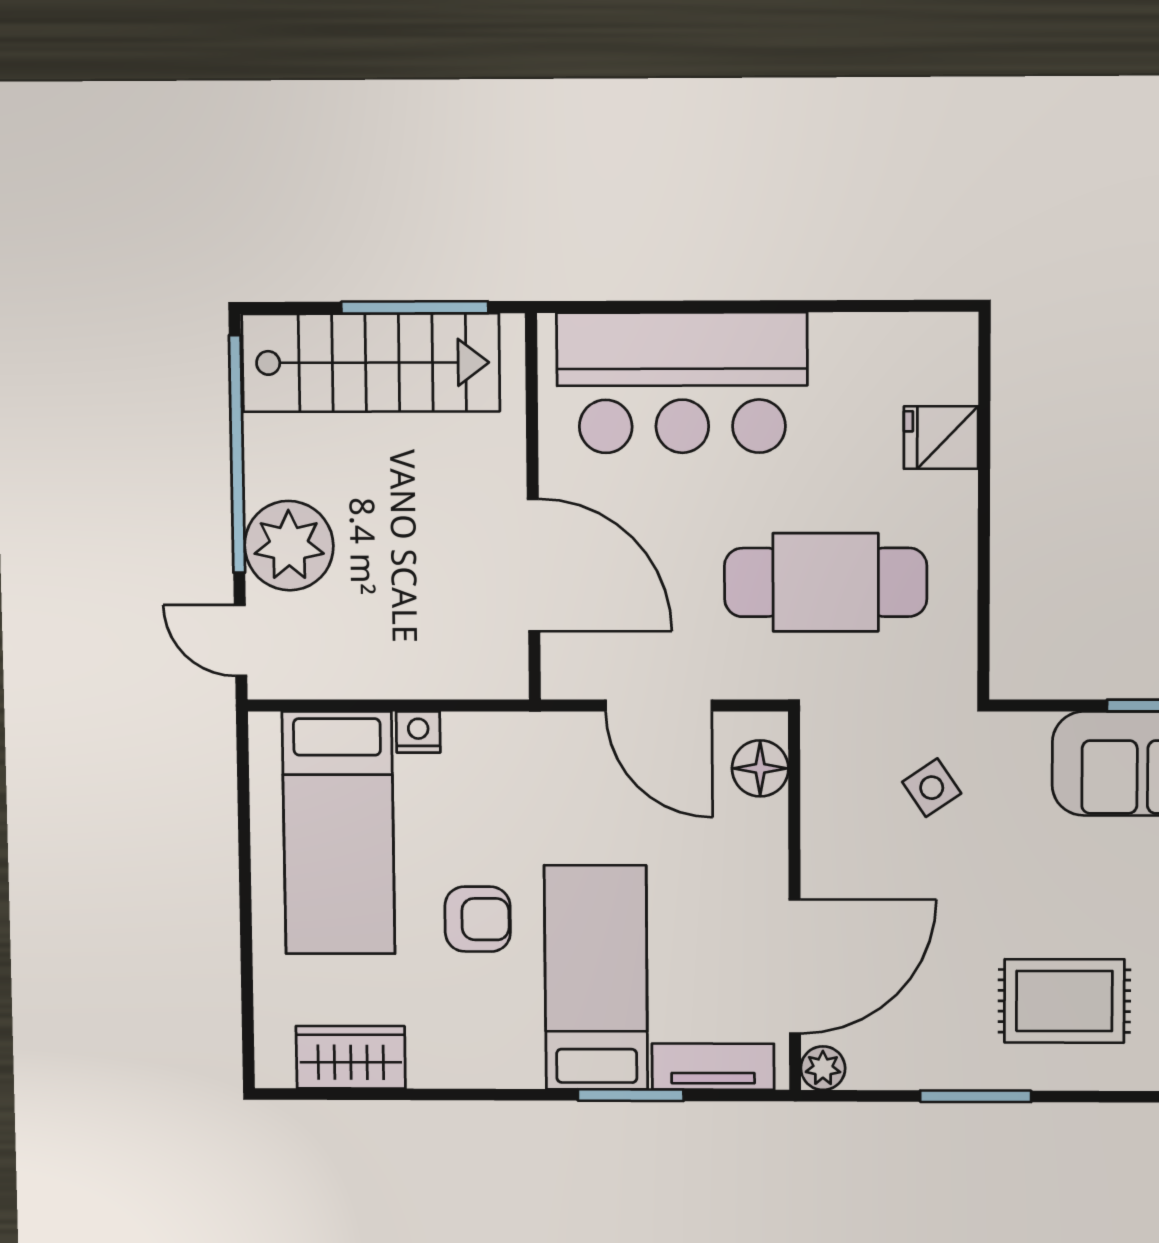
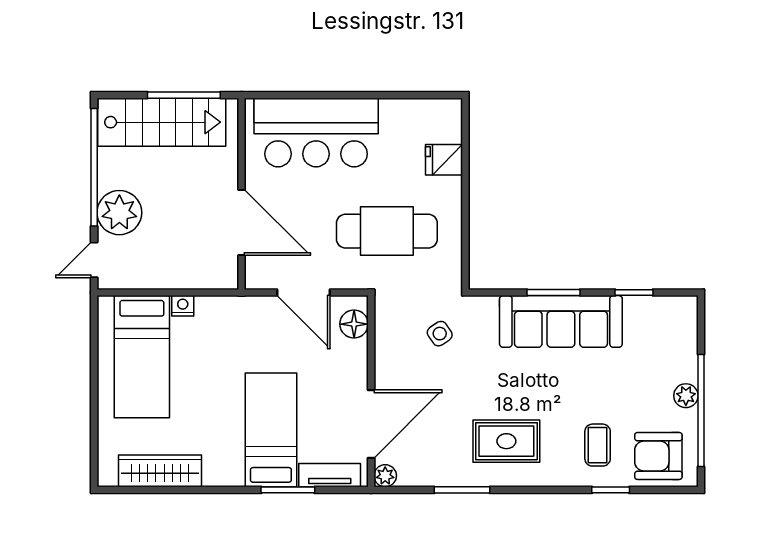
door: (241, 640) -> (94, 260), hinge flipped
armchair: (478, 919) -> (211, 400), removed
wardrobe: (351, 1057) -> (160, 471), width x1.50

